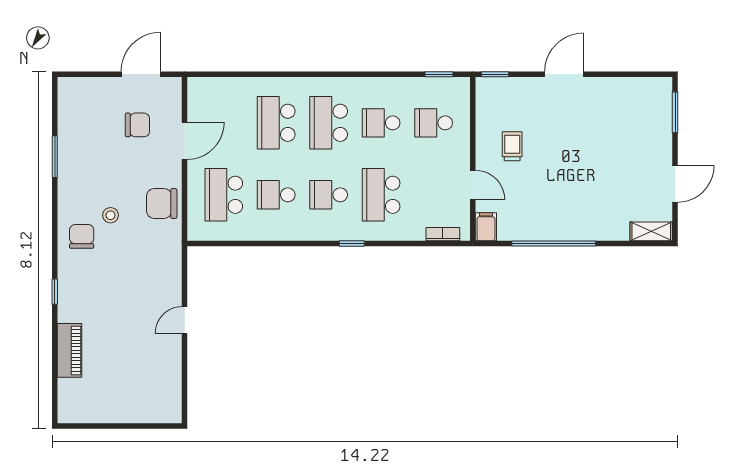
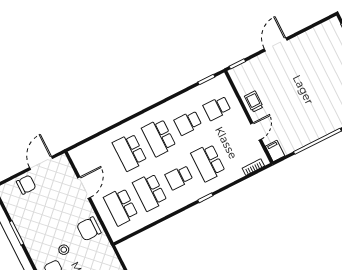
chair: (137, 125) -> (26, 185), moved
trolley: (512, 146) -> (254, 102), moved
door: (473, 185) -> (256, 132), hinge flipped
school desk: (276, 195) -> (150, 192), width x1.85

